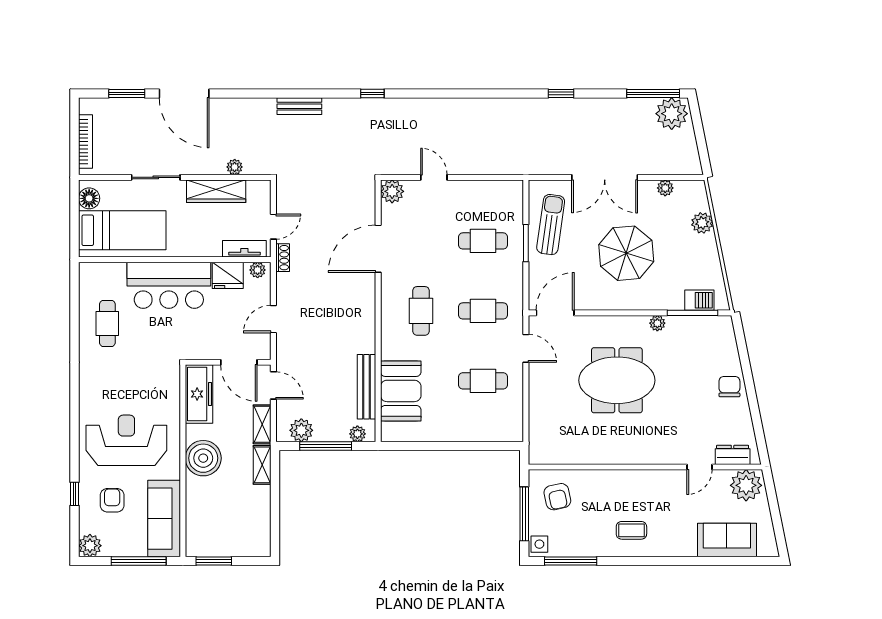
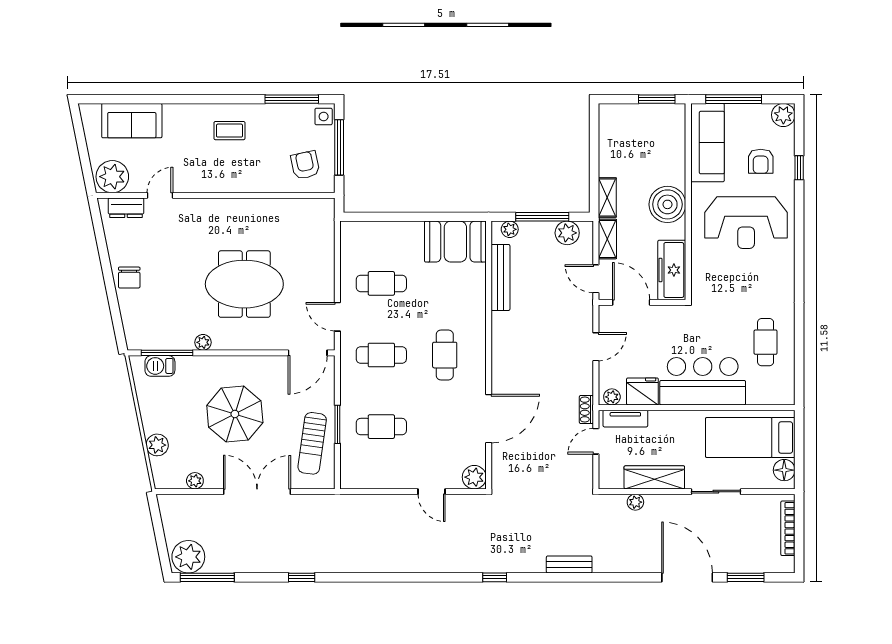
booth: (401, 391) -> (455, 242), moved, turned 90

